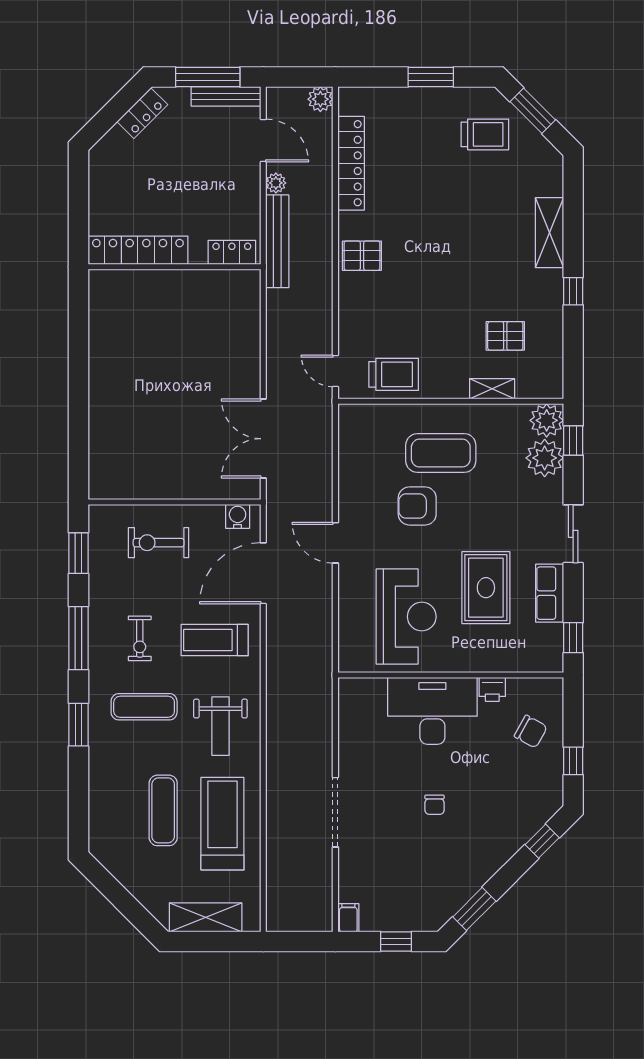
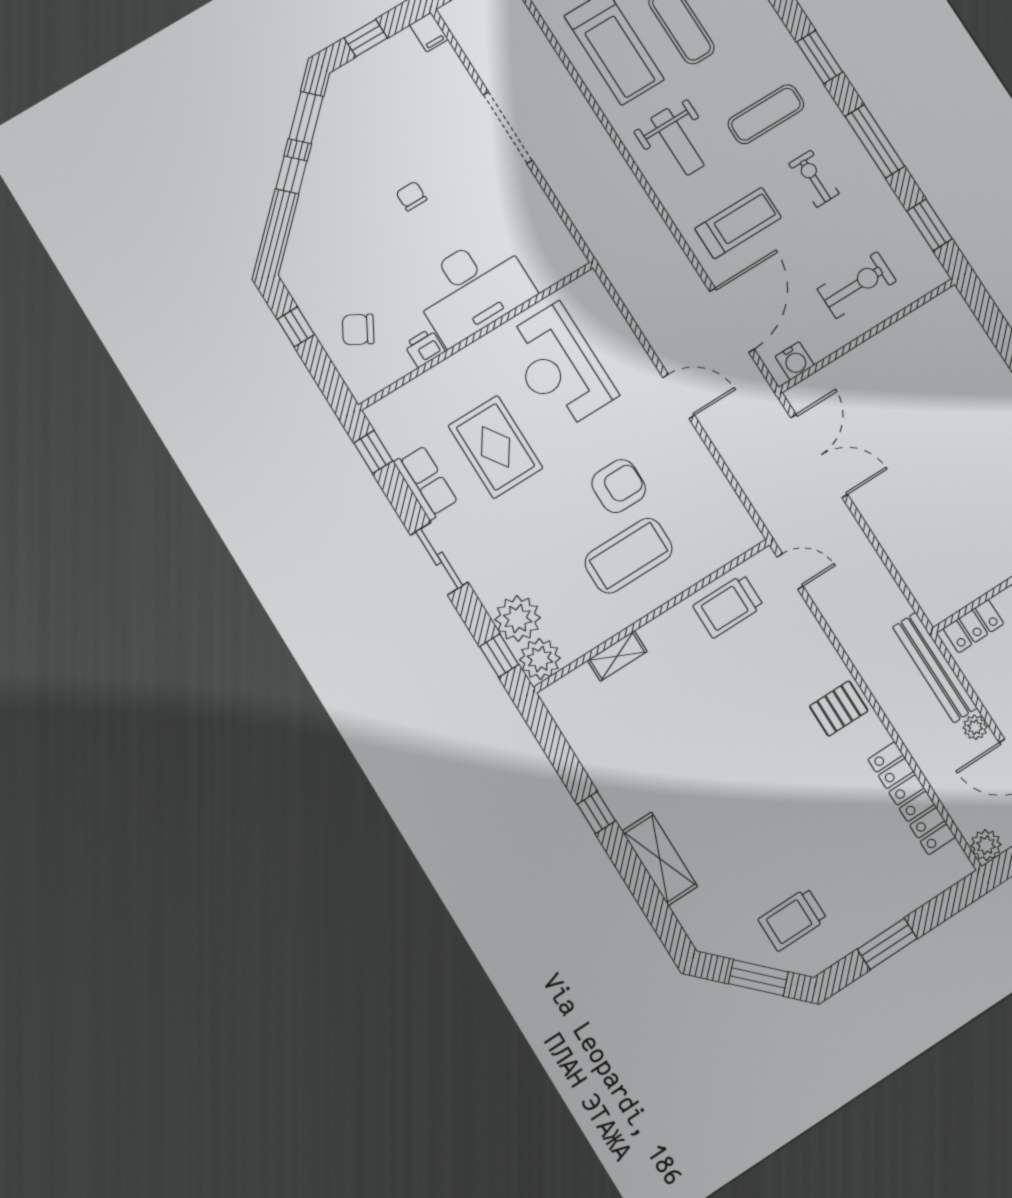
pallet: (505, 336) -> (638, 720), removed
weight bench: (220, 726) -> (677, 142), turned 180
window: (542, 841) -> (291, 175), moved

